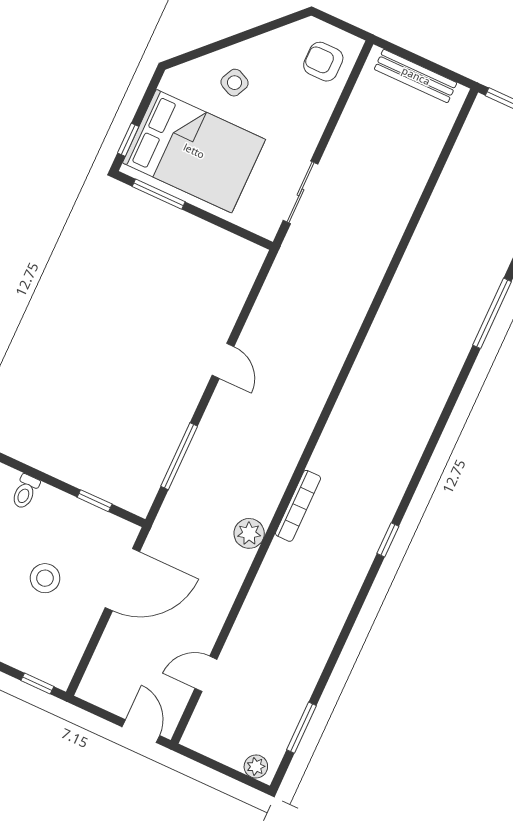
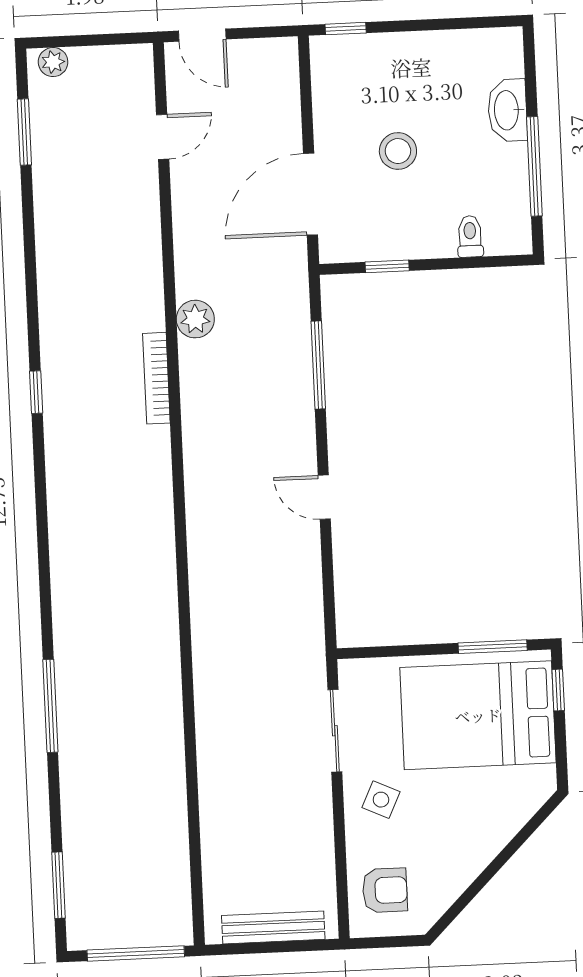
side table: (235, 83) -> (381, 800), moved

